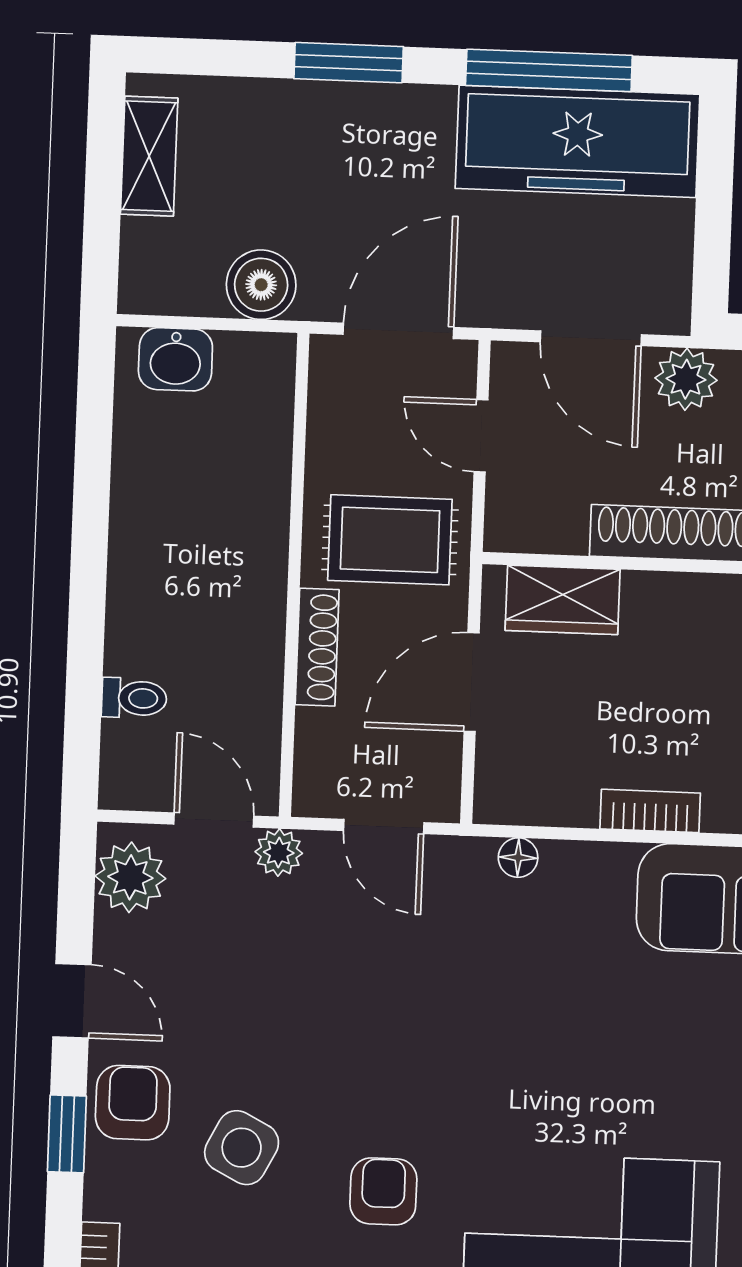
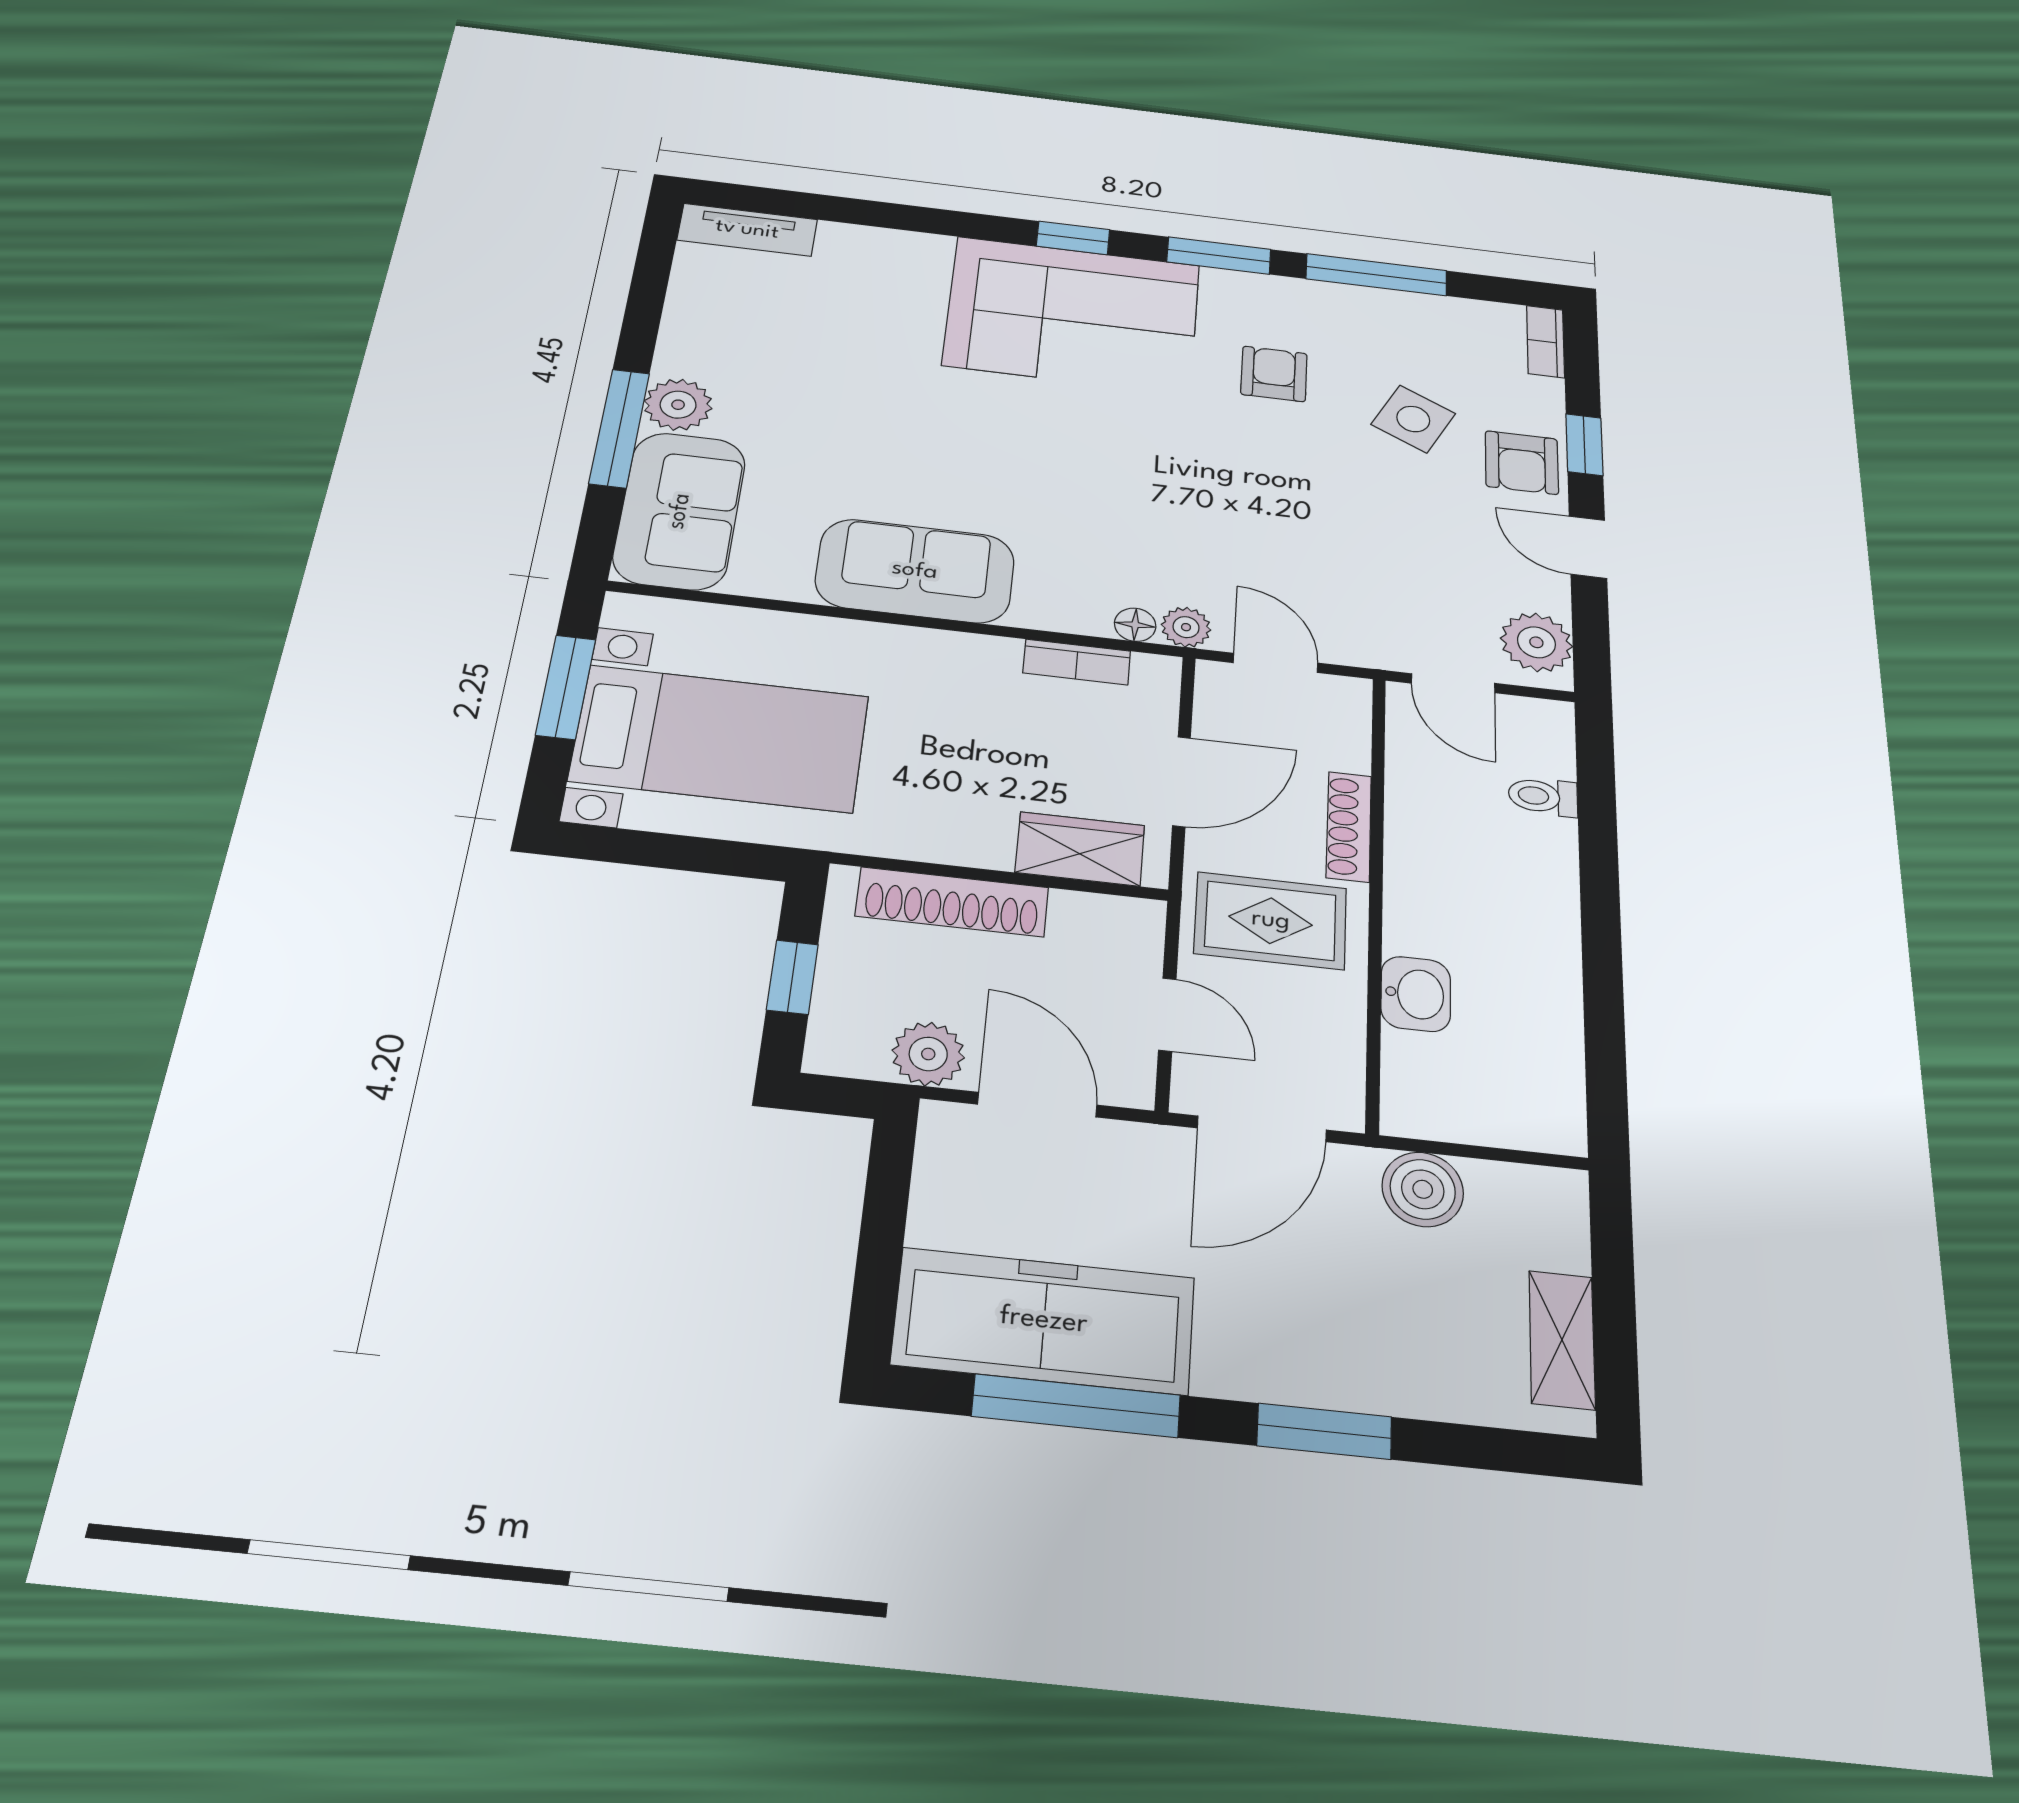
washbasin: (175, 359) -> (1416, 994), moved, turned 90
bookcase: (650, 811) -> (1077, 662), moved
plant: (279, 852) -> (1186, 627), moved
armchair: (383, 1191) -> (1274, 374), turned 180

